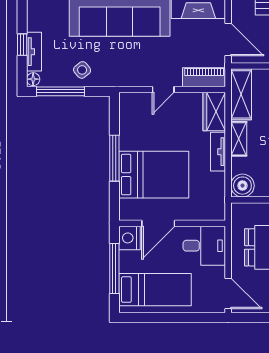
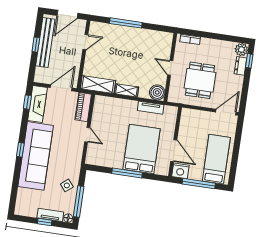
wardrobe: (214, 111) -> (106, 104), removed
tv unit: (218, 152) -> (151, 108), moved
desk: (204, 246) -> (193, 123), removed

